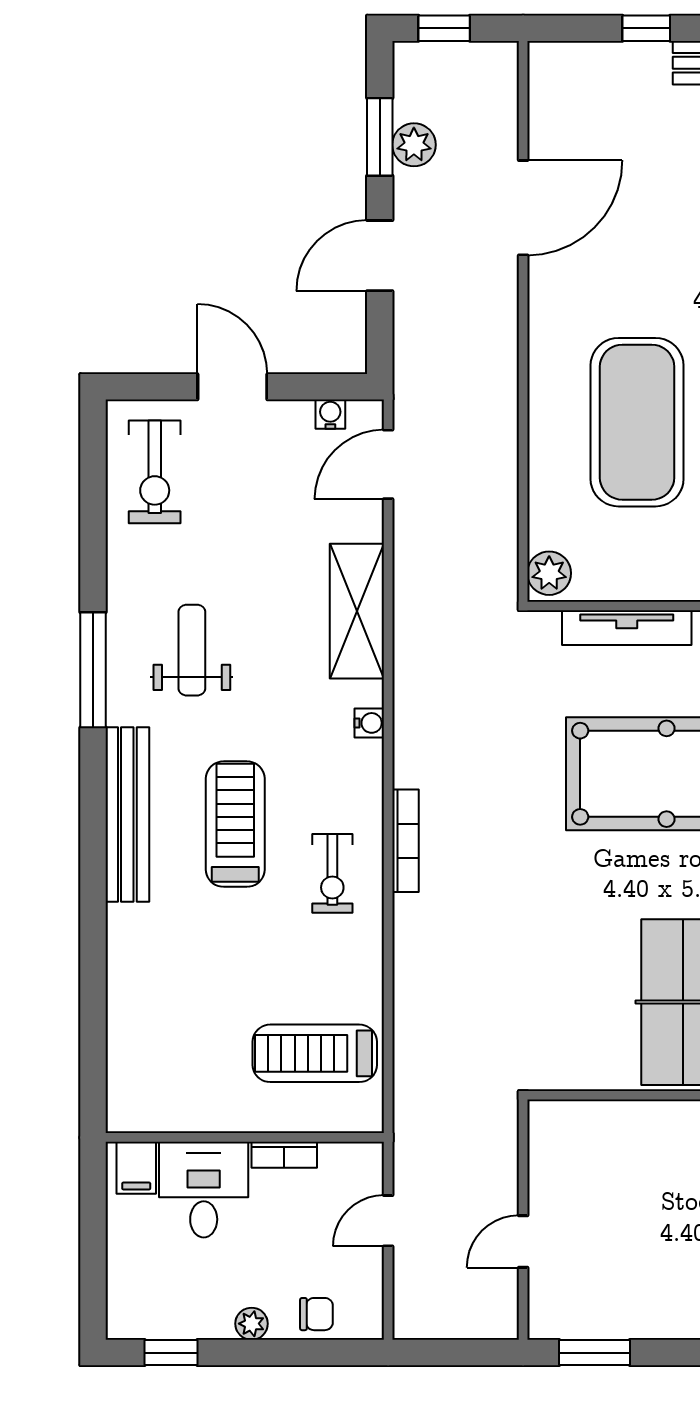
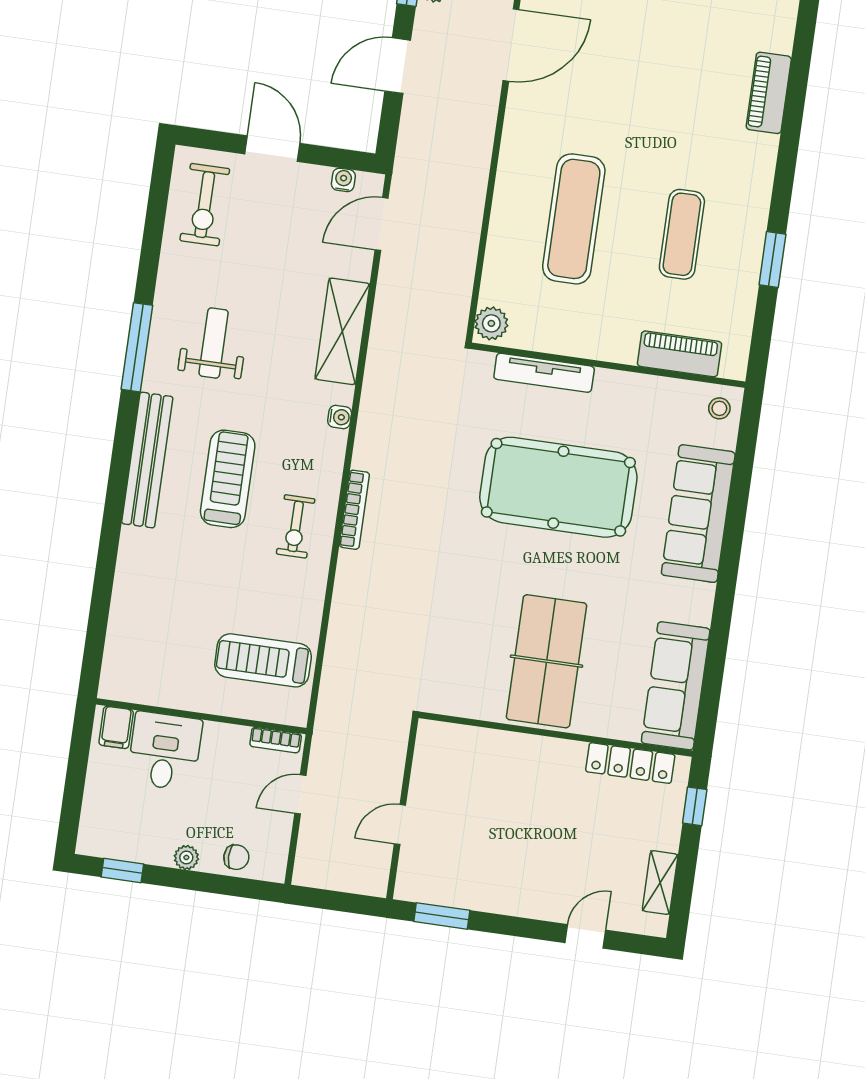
exercise mat: (637, 422) -> (574, 219), width x0.68
bookcase: (284, 1155) -> (276, 740), moved

